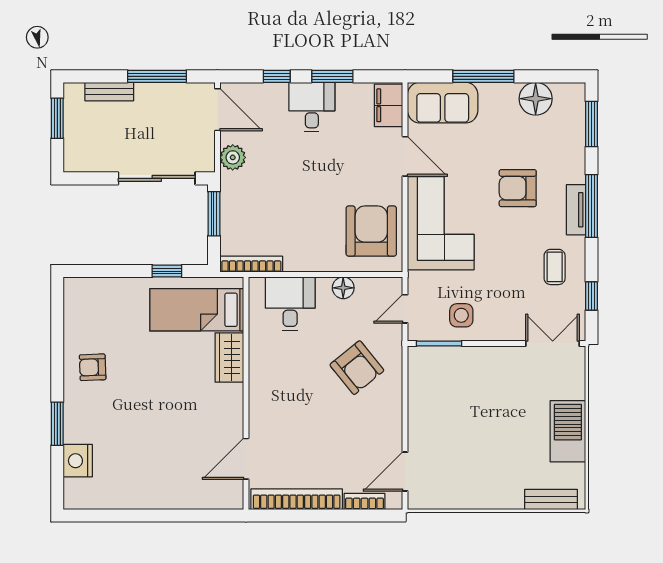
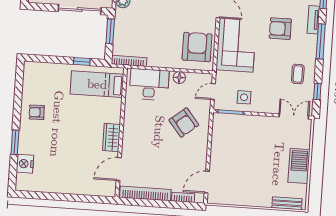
tv unit: (576, 210) -> (313, 20), moved
desk: (290, 304) -> (149, 84), width x1.37
wardrobe: (229, 358) -> (112, 138), moved

